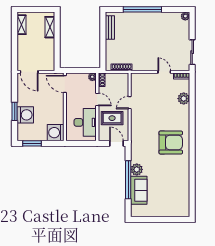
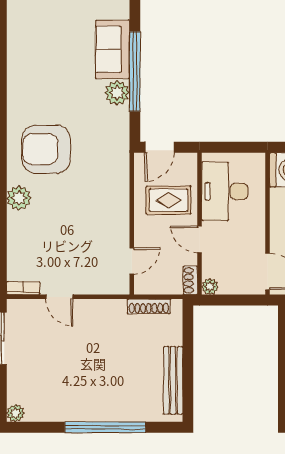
bench: (110, 28) -> (173, 380), width x1.36
plant: (184, 99) -> (19, 198), moved
door: (130, 103) -> (132, 261), moved
door: (116, 143) -> (160, 147), hinge flipped

